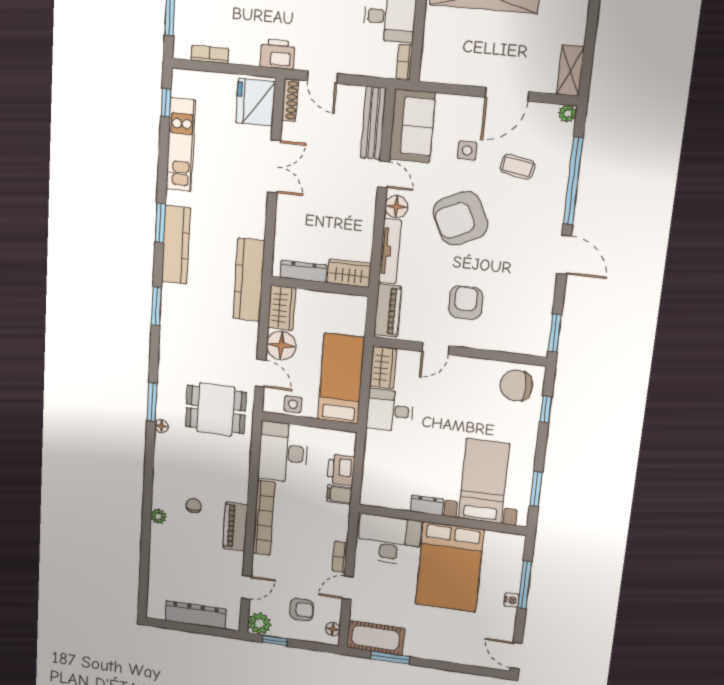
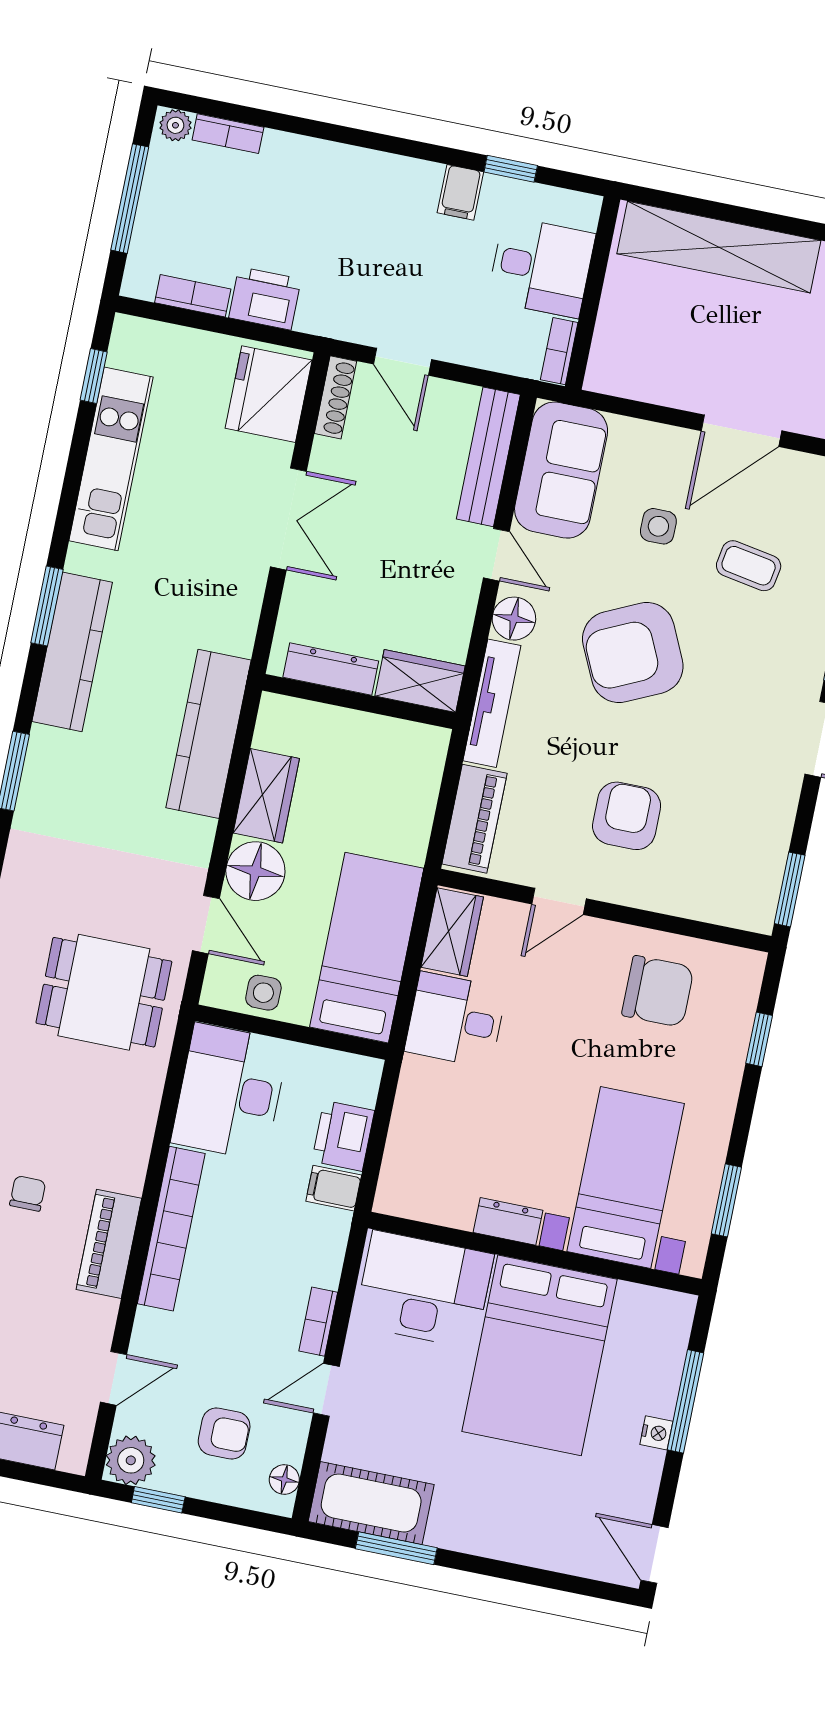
printer: (277, 54) -> (265, 298), moved
dresser: (303, 271) -> (331, 669), moved
wardrobe: (349, 273) -> (420, 681), moved
wall: (320, 286) -> (359, 702), moved
chair: (516, 386) -> (658, 991), moved, turned 180

